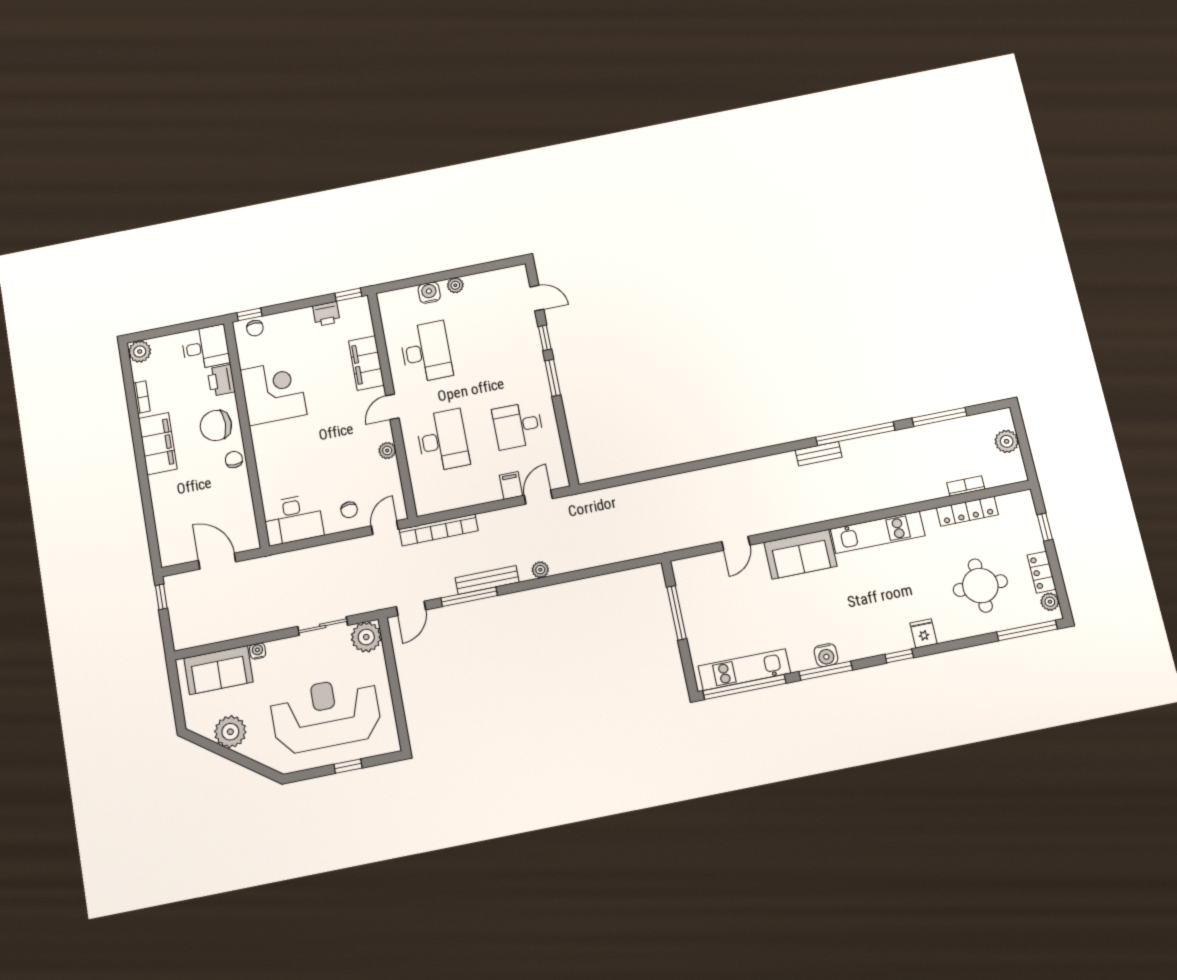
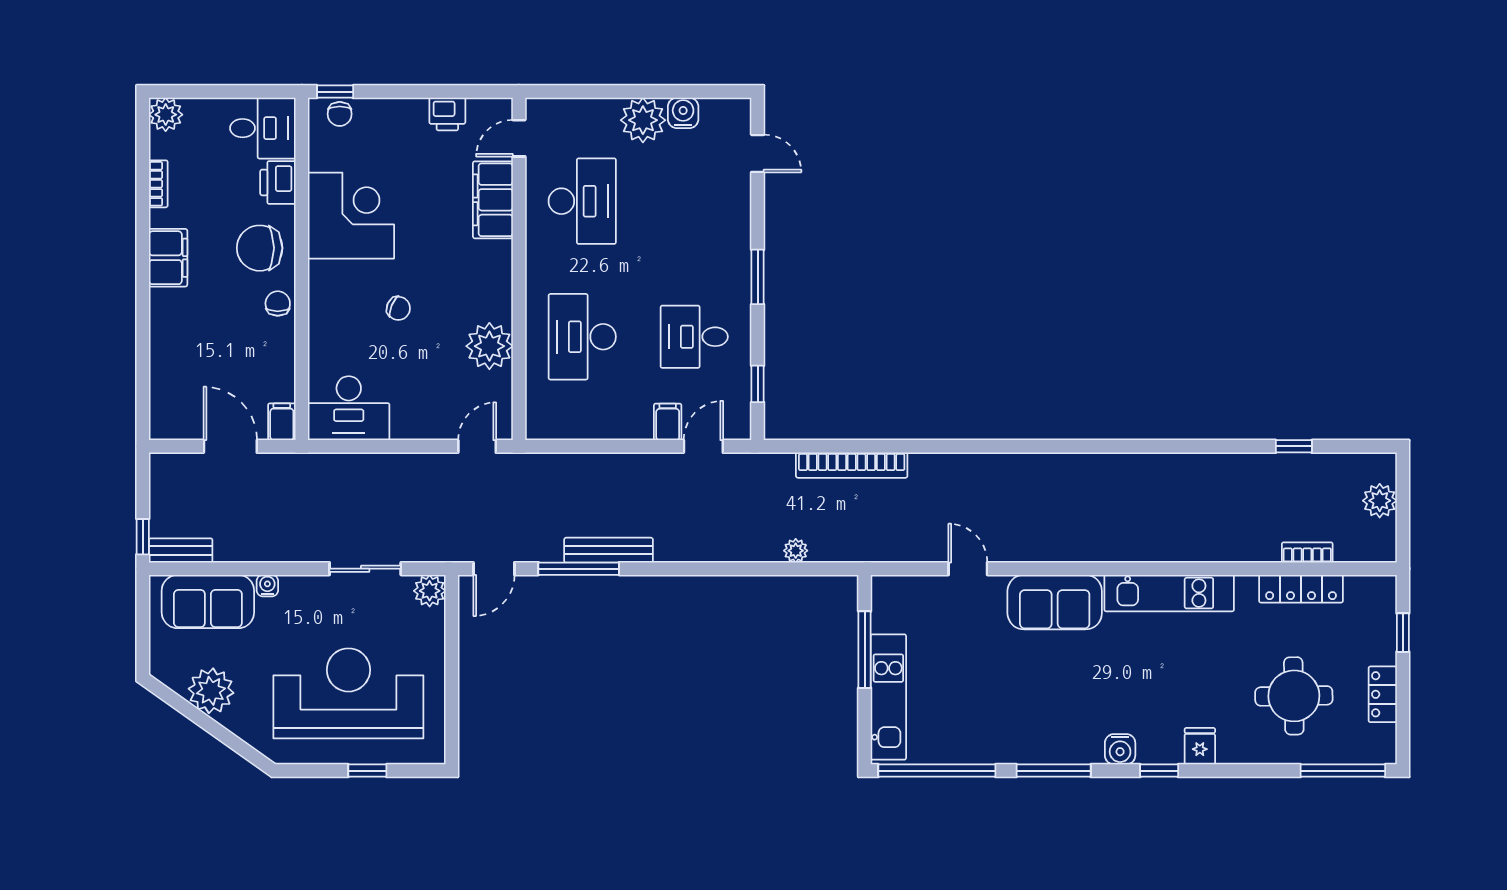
plant: (455, 285) -> (643, 120), width x1.88, depth x1.88
water cooler: (429, 293) -> (683, 113), moved
window: (348, 295) -> (484, 92), removed
window: (545, 338) -> (758, 384), moved
door: (392, 407) -> (519, 138), moved
window: (939, 417) -> (1294, 446), width x0.46
window: (855, 434) -> (1170, 446), removed
desk: (443, 441) -> (582, 337), turned 180
filing cabinet: (158, 444) -> (168, 258), width x0.67, depth x0.86
plant: (387, 451) -> (489, 346), width x1.87, depth x1.87
bench: (819, 454) -> (181, 550), moved
chair: (349, 510) -> (398, 308), moved, turned -62
bookcase: (439, 530) -> (852, 465), moved
filing cabinet: (249, 538) -> (282, 422), added
door: (736, 543) -> (968, 569), swing flipped
plant: (540, 570) -> (796, 551), moved
window: (161, 597) -> (143, 537), moved
plant: (1050, 602) -> (1384, 737), removed
plant: (366, 637) -> (430, 591), width x0.73, depth x0.73
water cooler: (826, 655) -> (1120, 749), moved
kitchen unit: (744, 670) -> (888, 697), moved, turned 90

